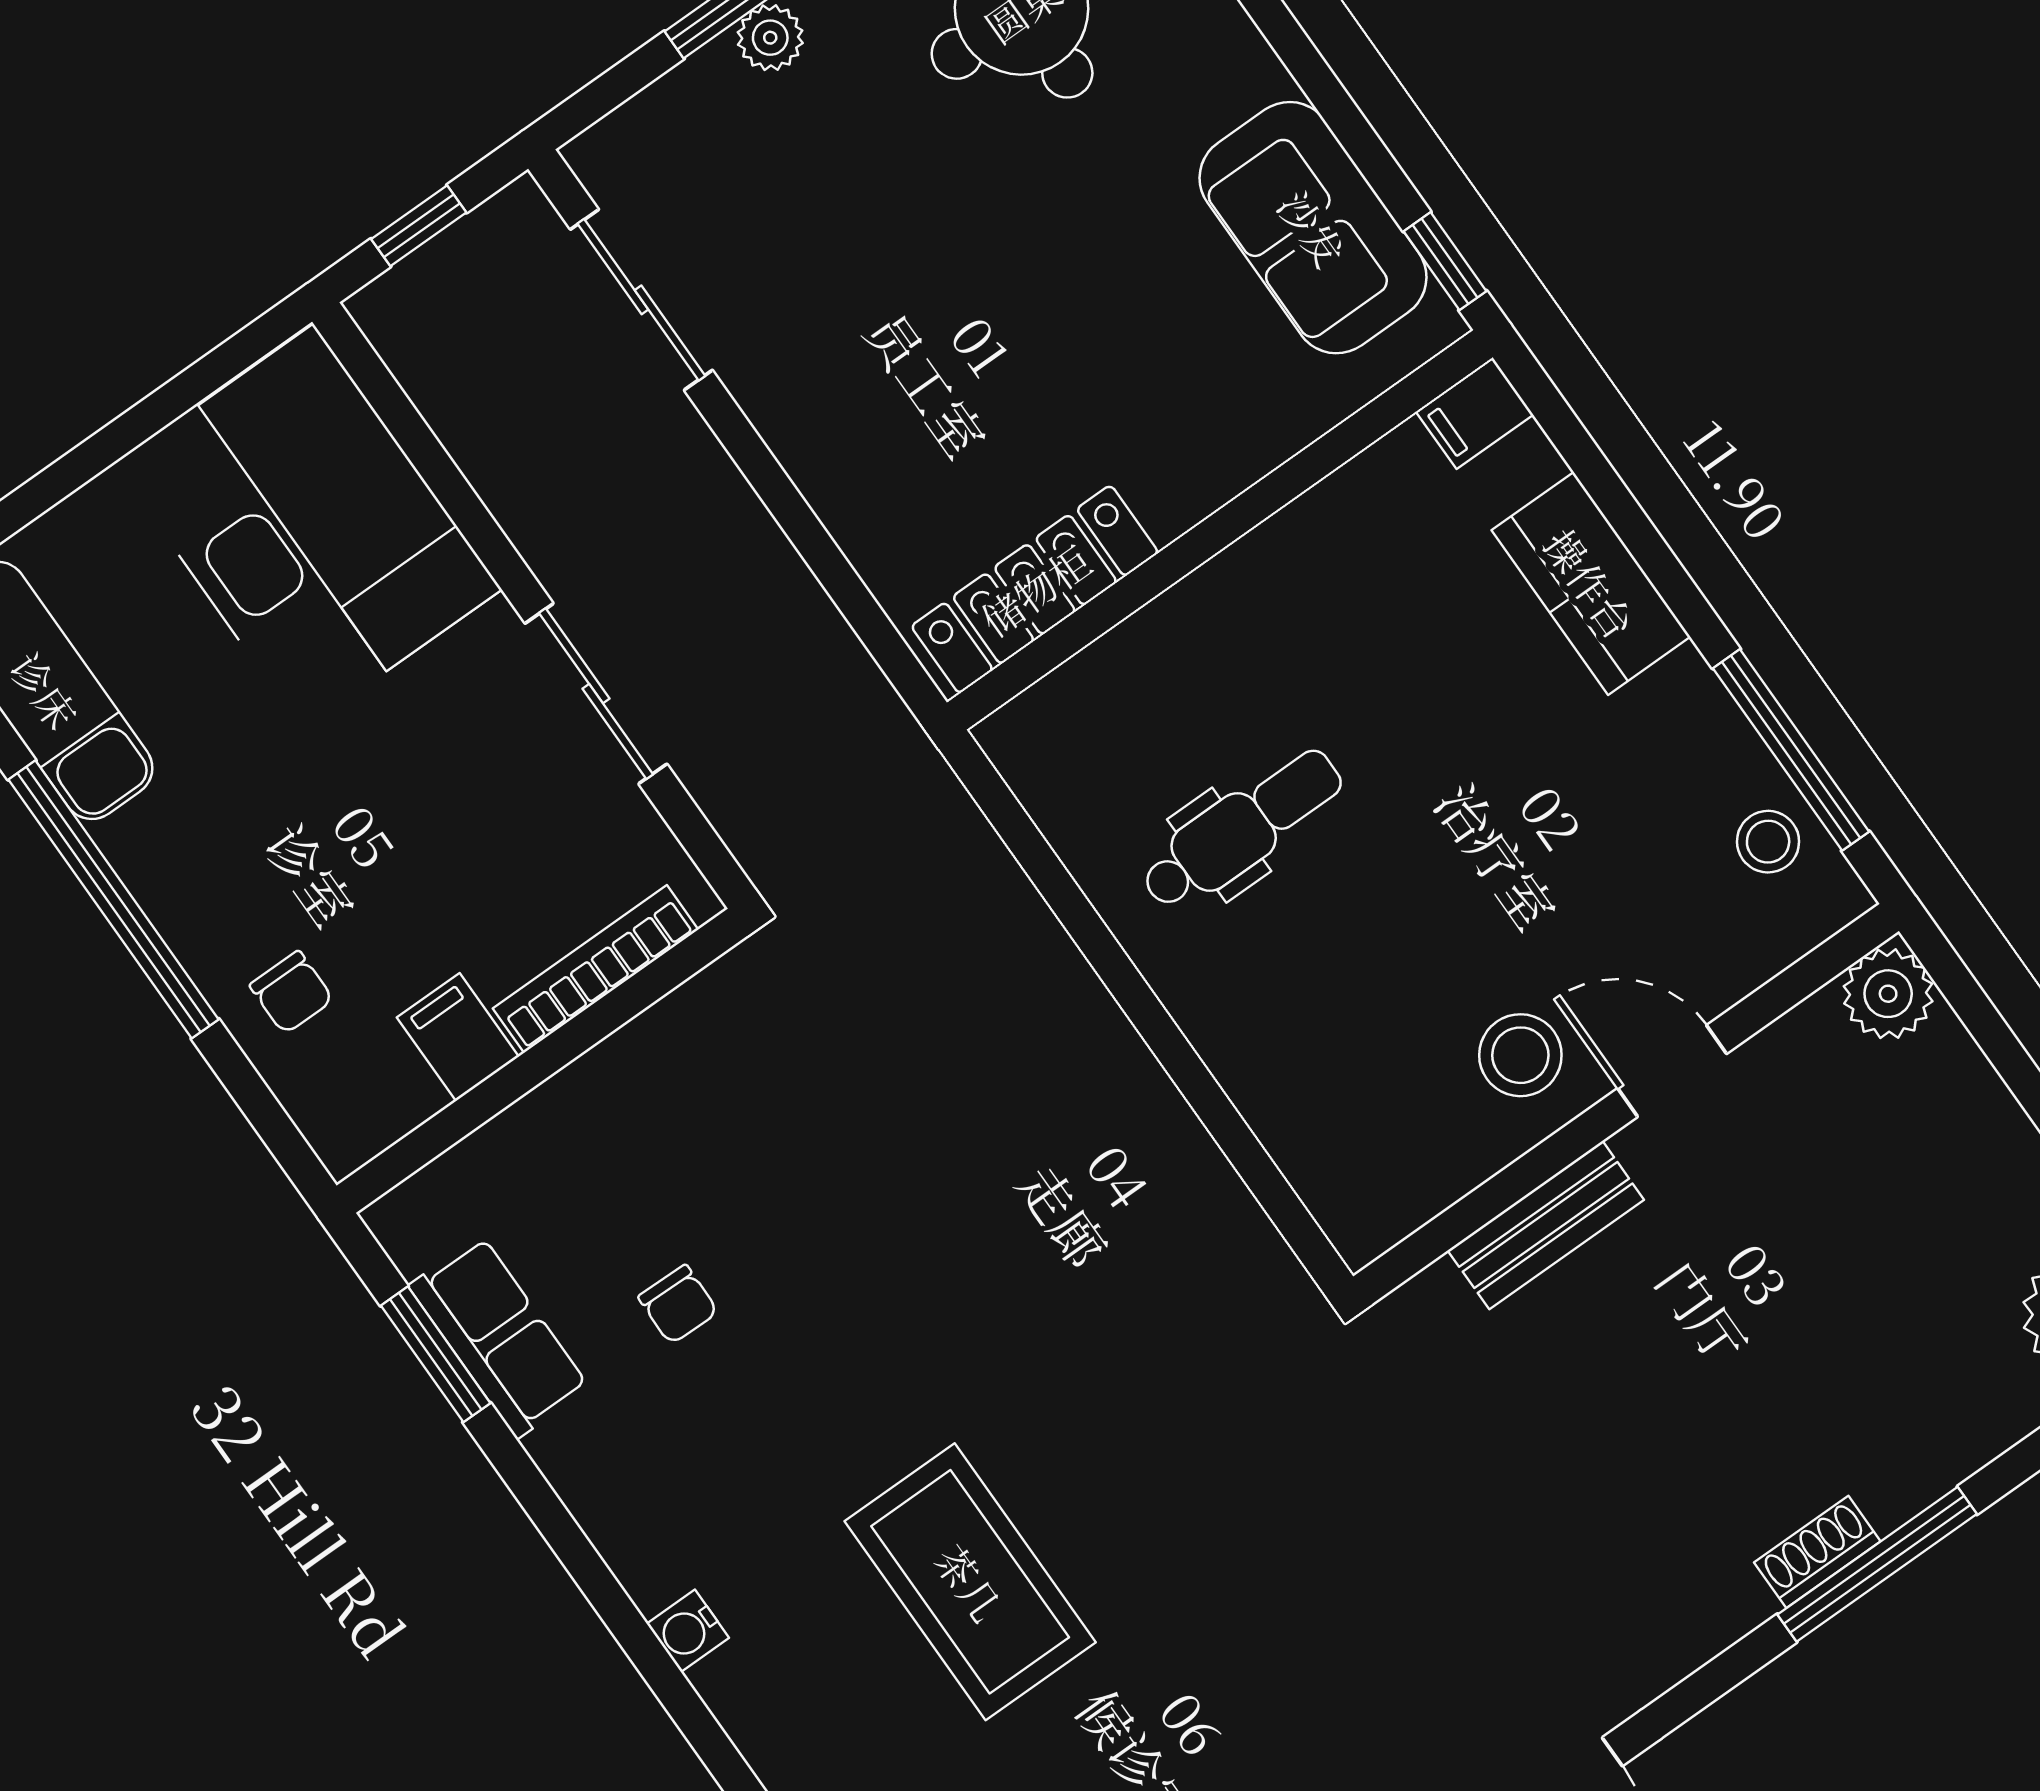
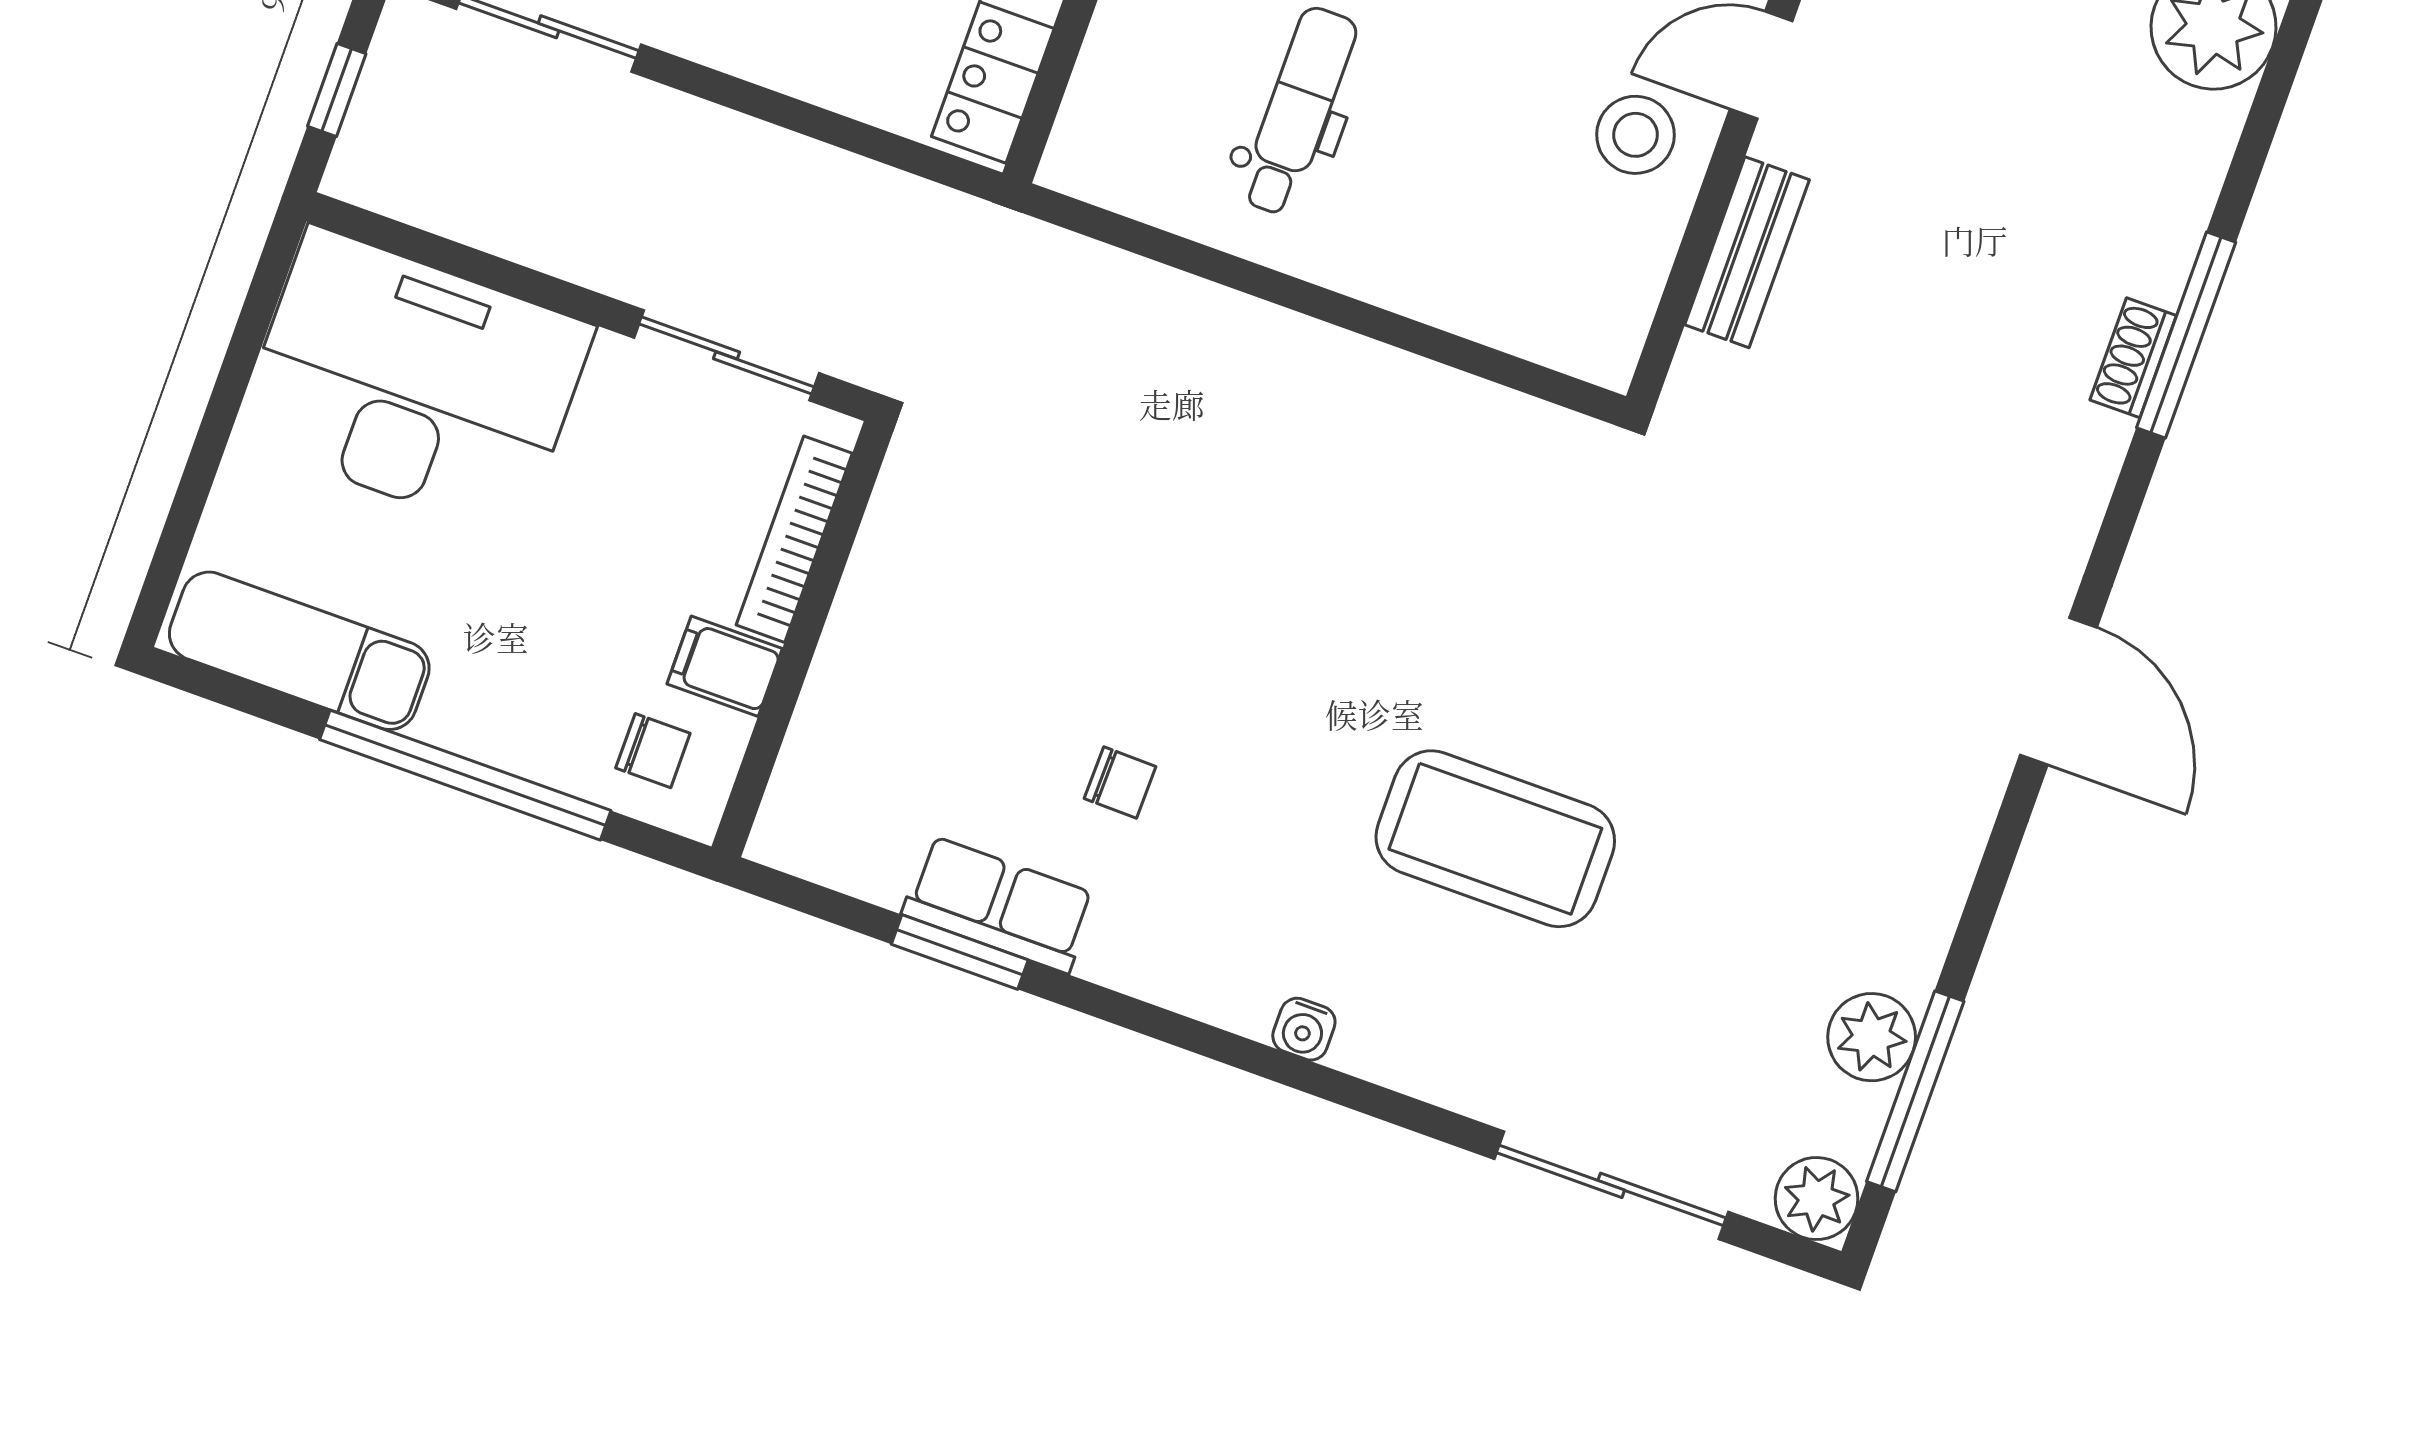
bookcase: (596, 969) -> (794, 539), moved
filing cabinet: (458, 1037) -> (725, 666), moved
wall: (542, 1061) -> (802, 639), moved

